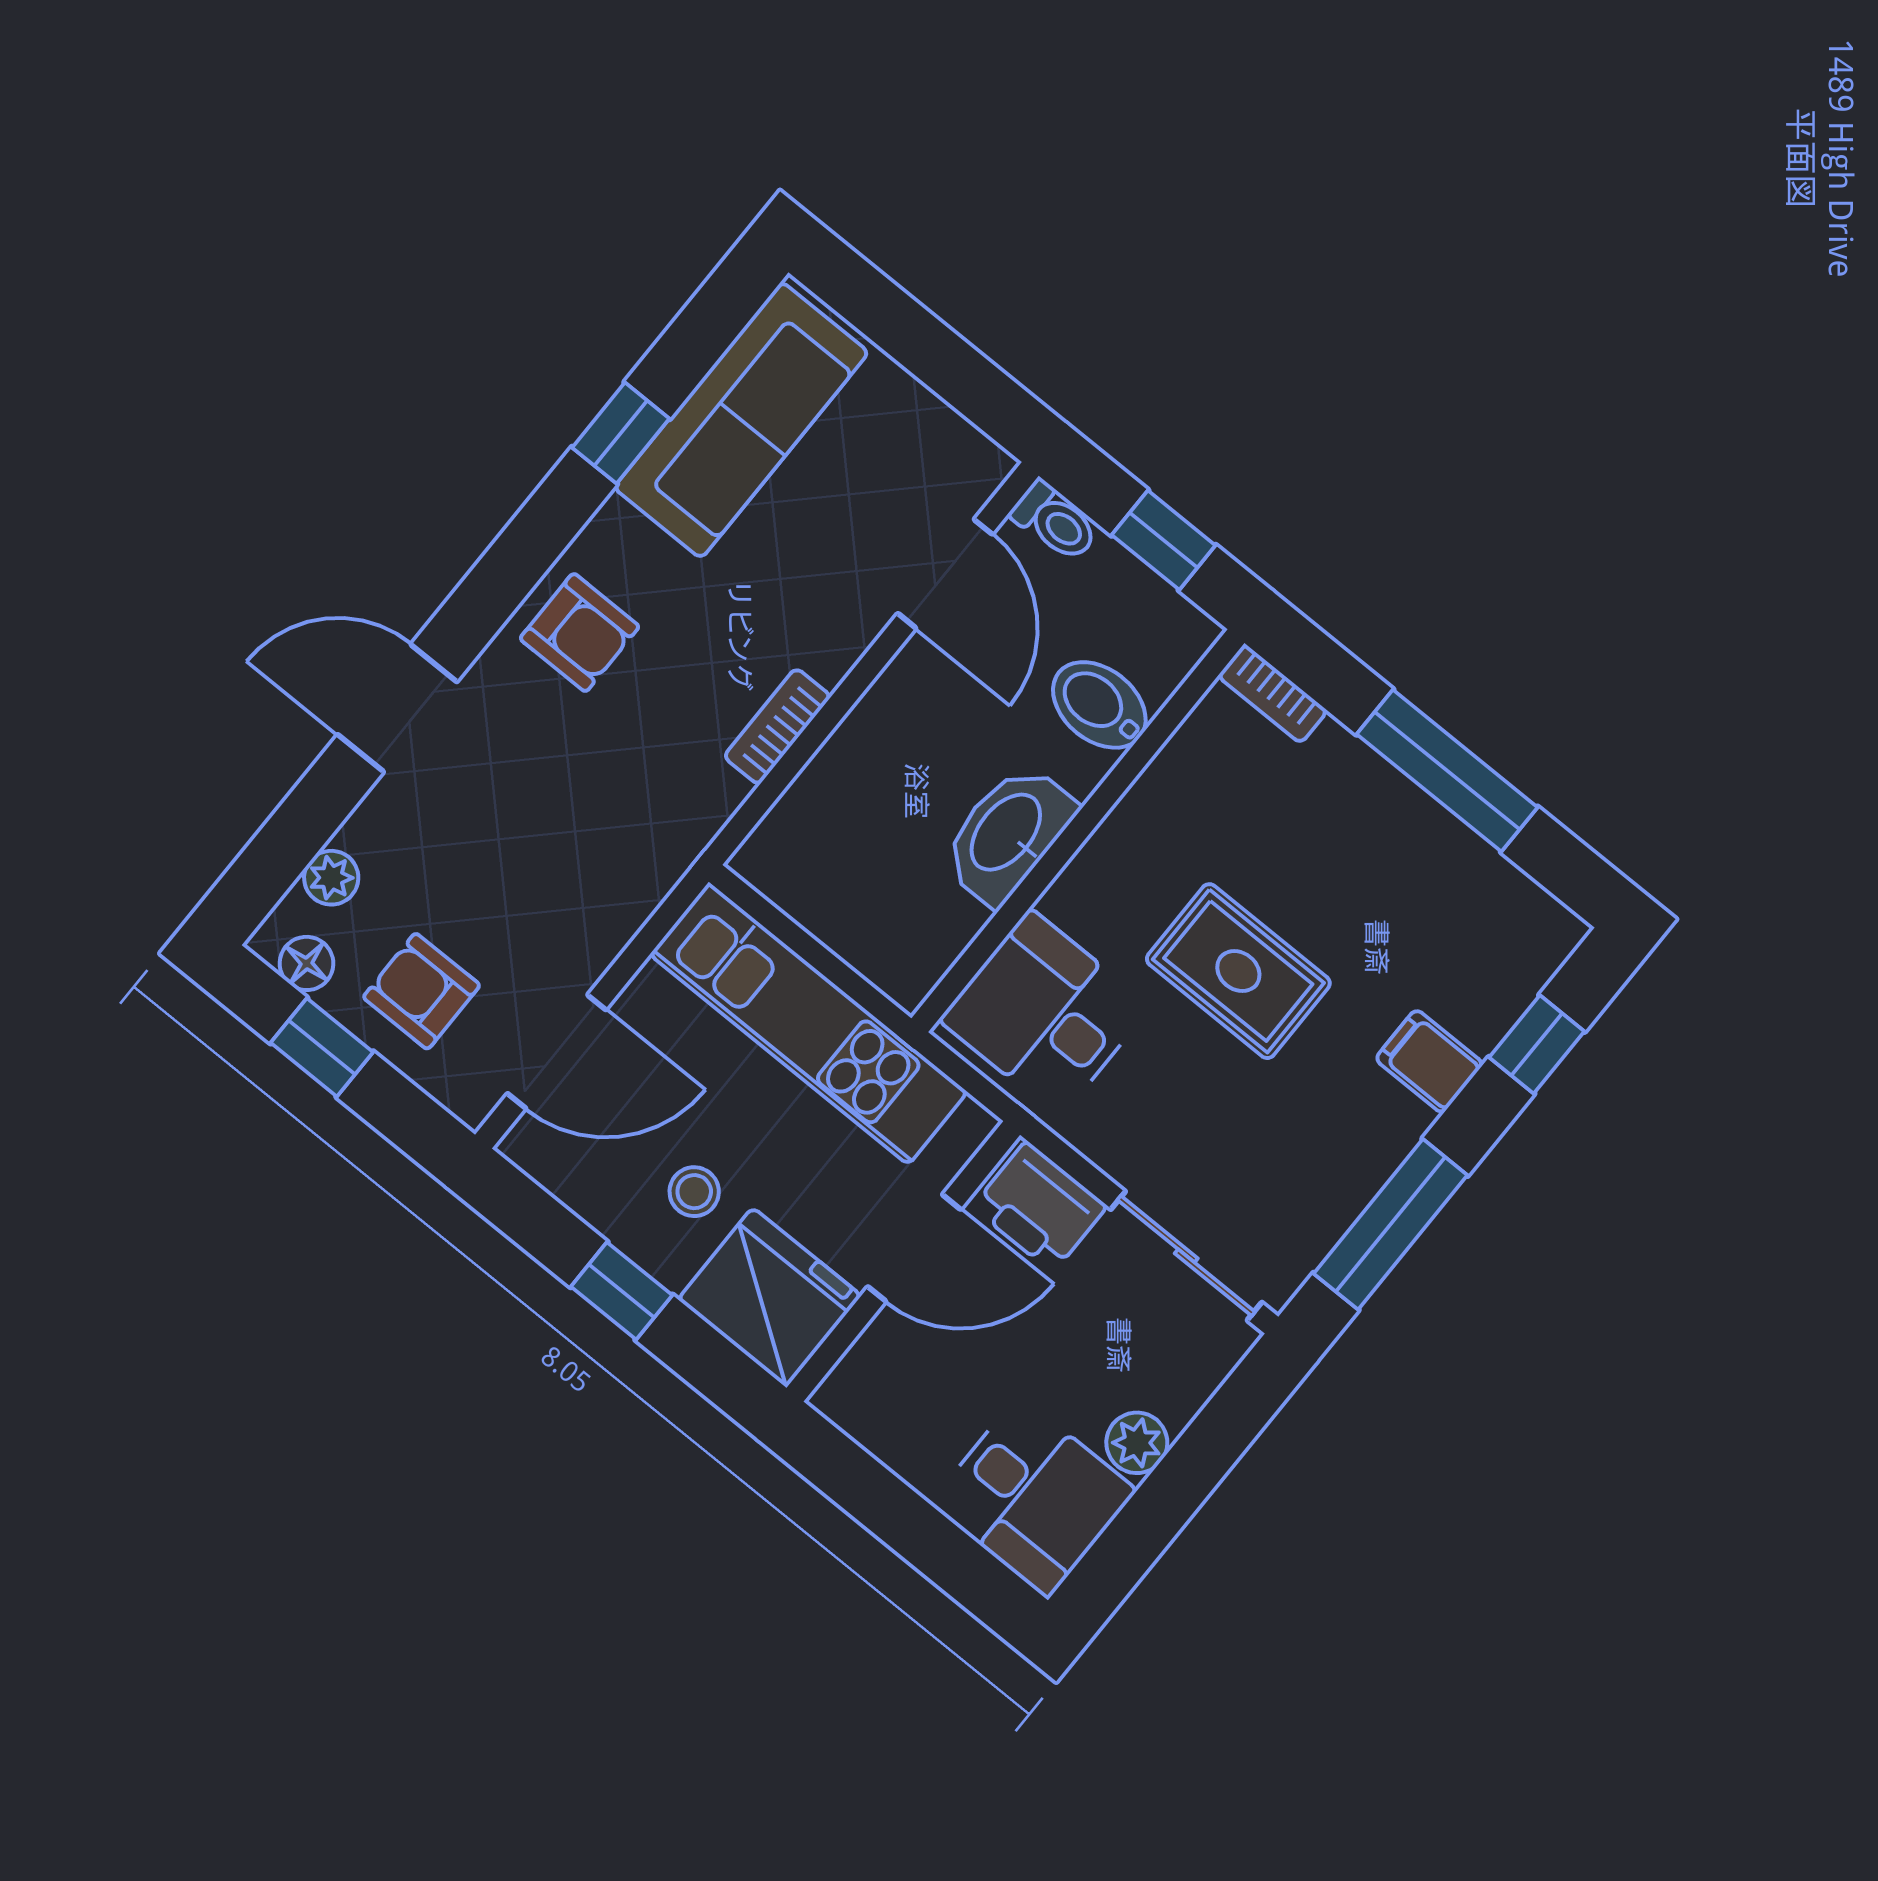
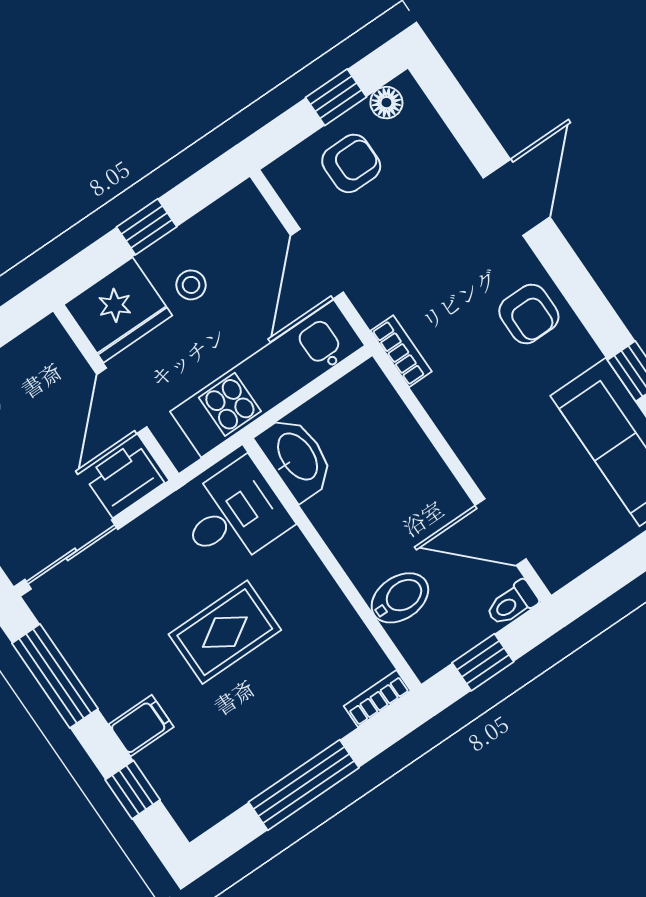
armchair: (580, 633) -> (529, 314), turned -90
bookcase: (777, 726) -> (401, 351), moved
washbasin: (1008, 834) -> (296, 457), moved
plant: (331, 878) -> (431, 131), removed
door: (557, 1052) -> (317, 264), moved

